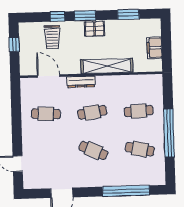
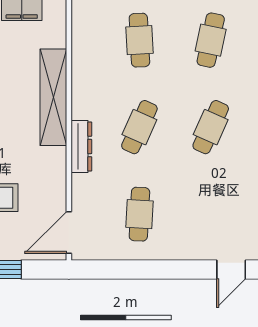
door: (49, 76) -> (69, 233), moved
cafe table: (92, 112) -> (139, 127), turned 33

